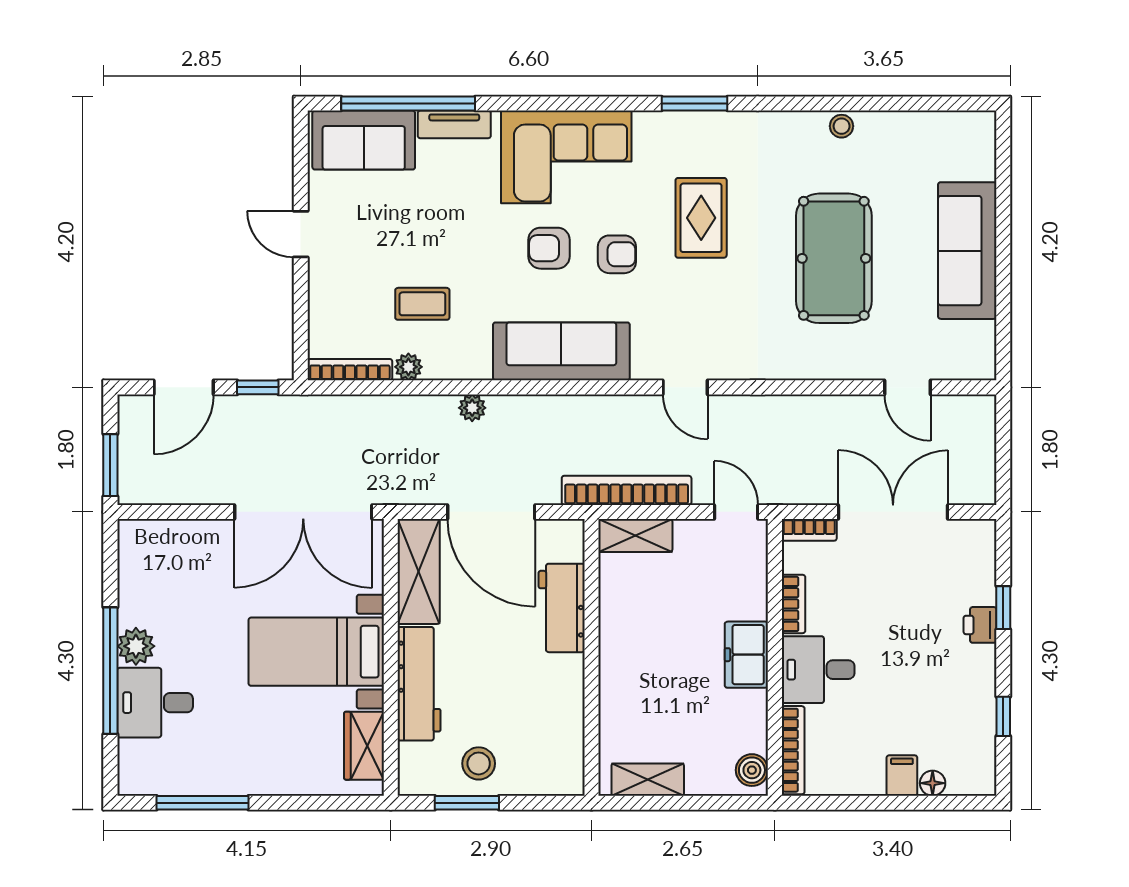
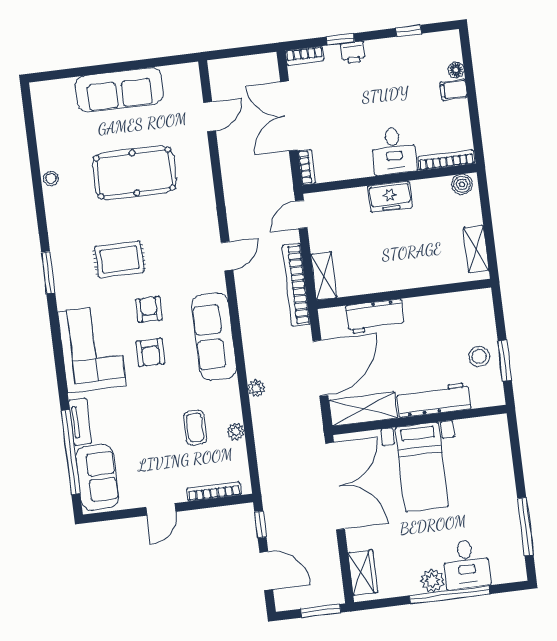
bookcase: (350, 370) -> (214, 491), moved, turned 90
bookcase: (794, 604) -> (305, 56), moved, turned 180
wardrobe: (364, 746) -> (363, 572), moved, turned -90

